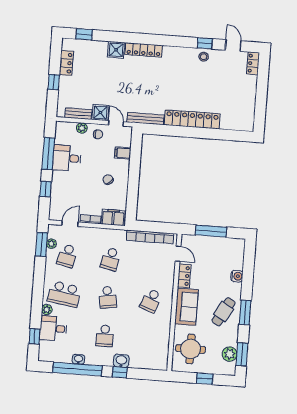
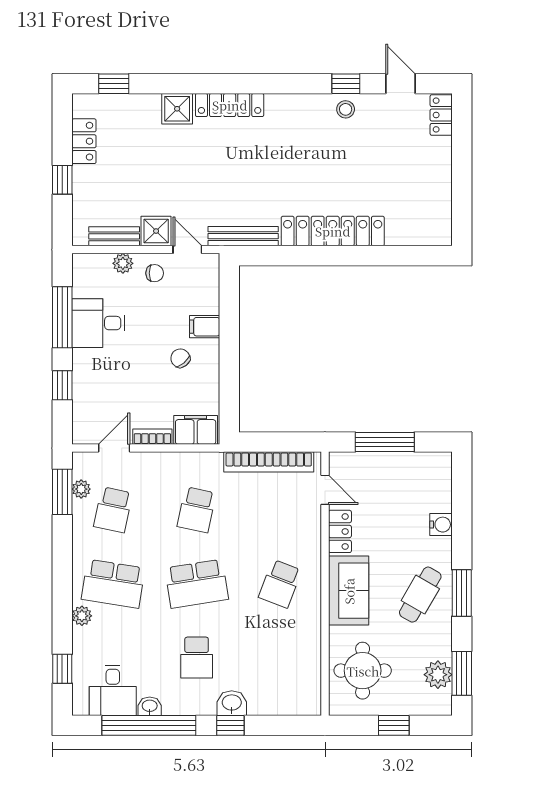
filing cabinet: (123, 153) -> (205, 327), moved
school desk: (108, 297) -> (197, 584), width x1.85
desk: (53, 328) -> (113, 690), moved, turned -90

